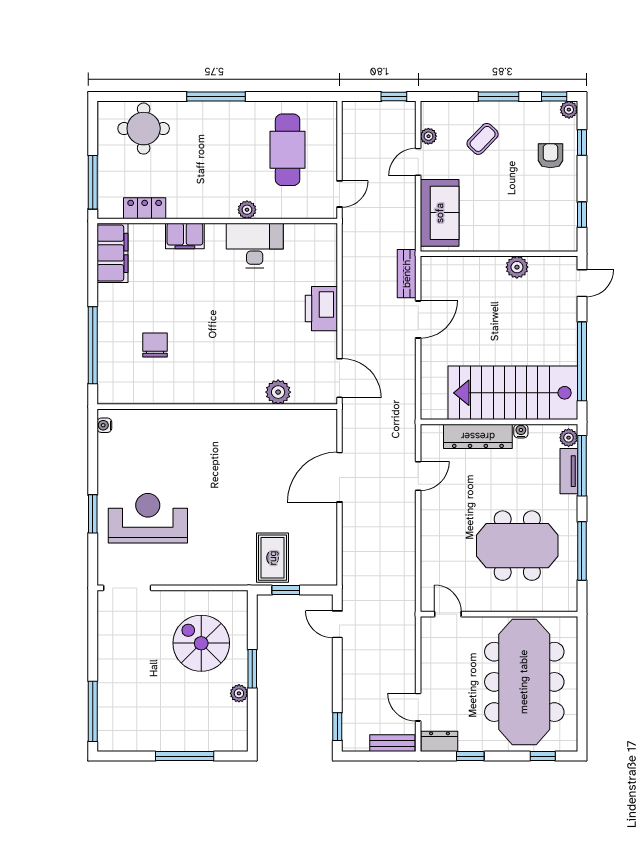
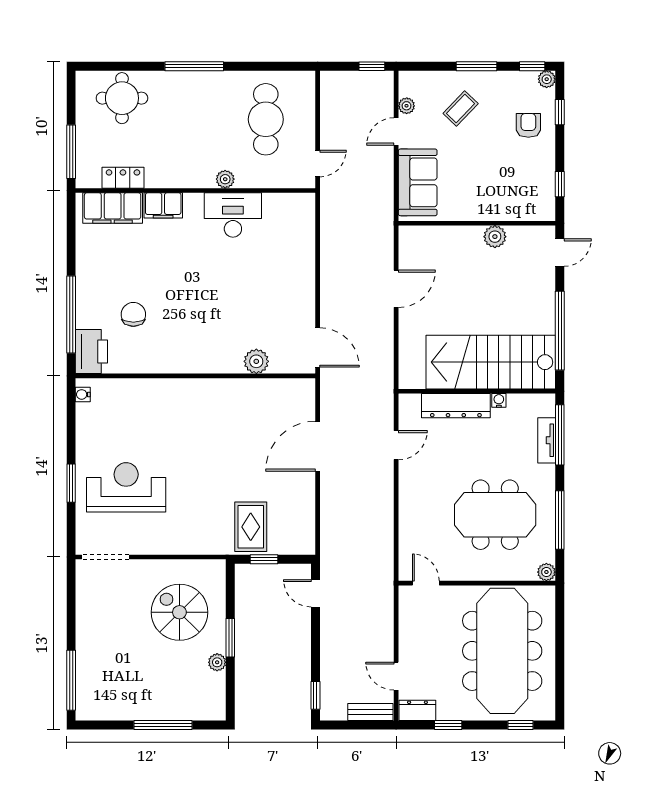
filing cabinet: (112, 253) -> (113, 208), moved, turned 90
bench: (407, 274) -> (385, 243), removed
printer: (321, 309) -> (91, 352), moved, turned 180
plant: (569, 438) -> (546, 572), moved

